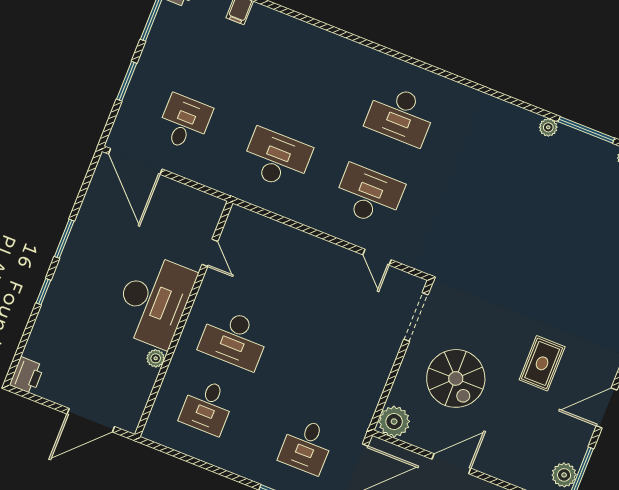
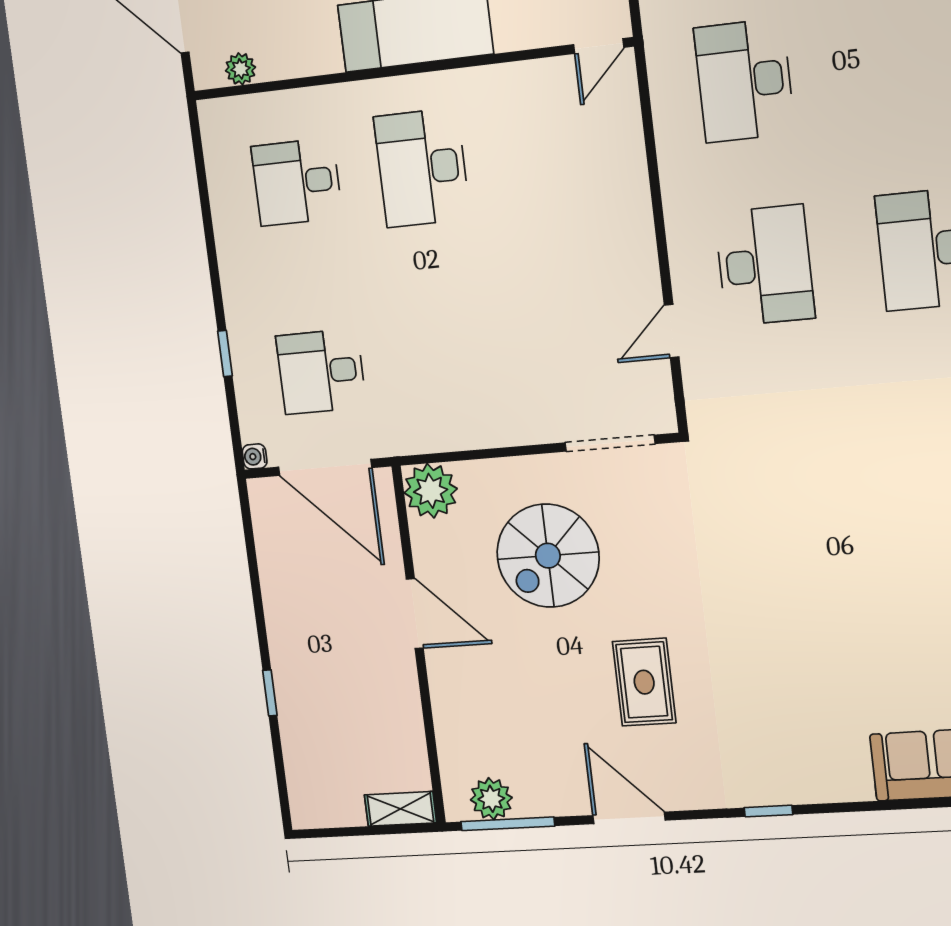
desk: (277, 159) -> (744, 81), turned 180
door: (210, 253) -> (599, 46), moved
plant: (156, 358) -> (240, 69), moved
rug: (542, 363) -> (644, 682), turned 90

